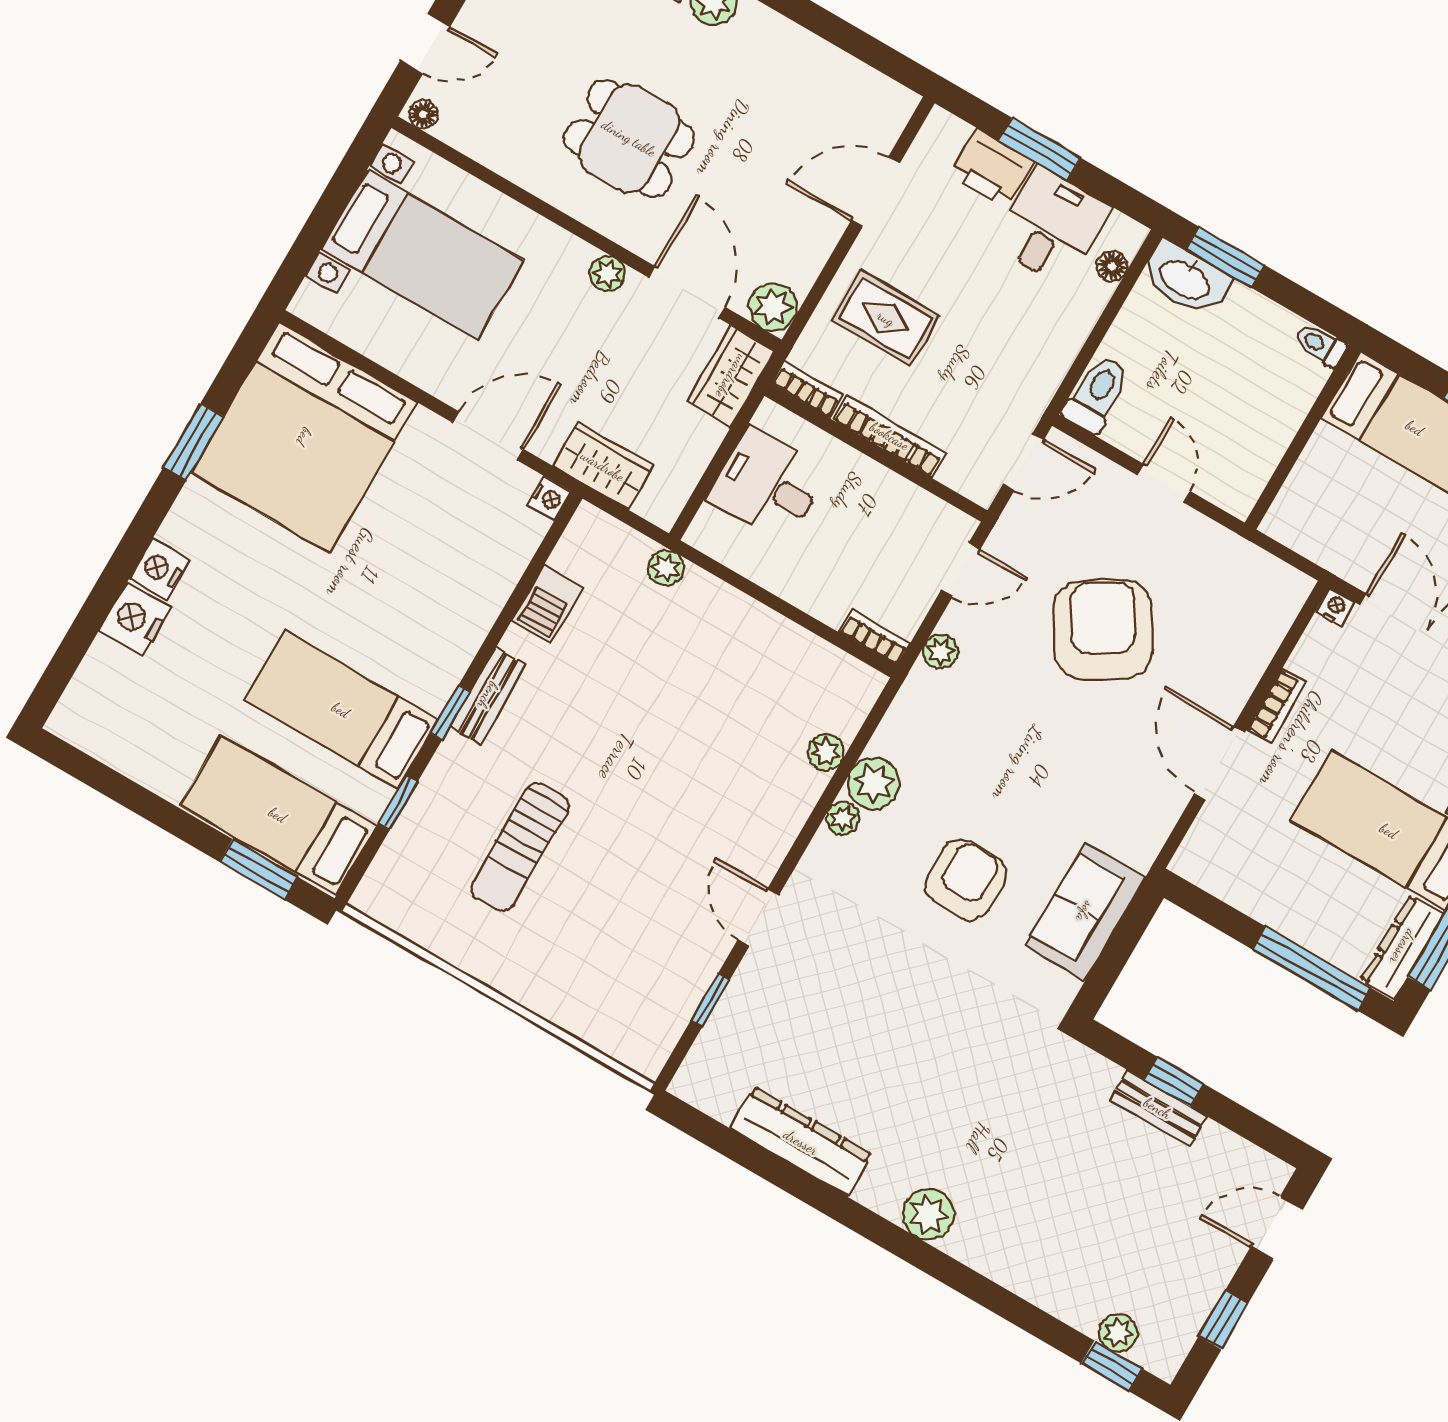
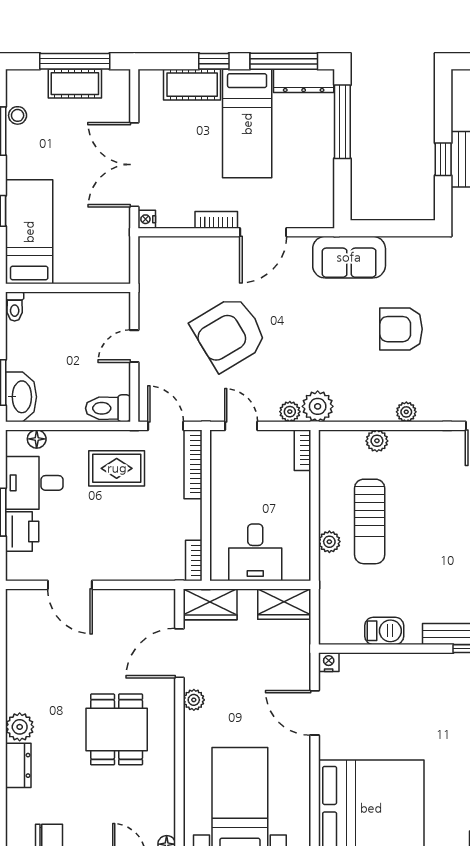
plant: (773, 307) -> (161, 603), removed
rug: (886, 318) -> (117, 468), moved, turned 90
bookcase: (890, 436) -> (193, 464), moved
wardrobe: (603, 466) -> (284, 604), moved, turned -90
plant: (666, 568) -> (329, 542), moved
sun lounger: (716, 674) -> (370, 521), added
plant: (874, 783) -> (318, 406), moved
sofa: (1085, 912) -> (349, 257), moved

